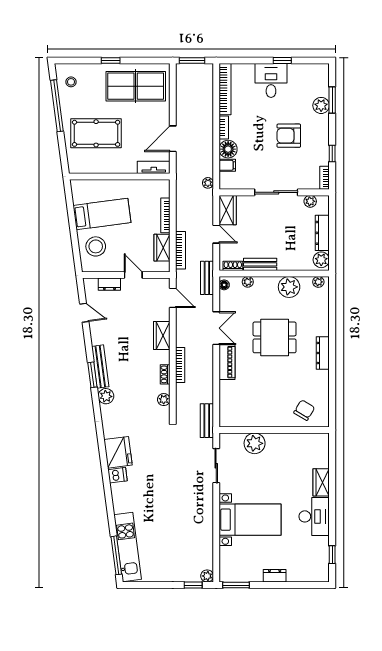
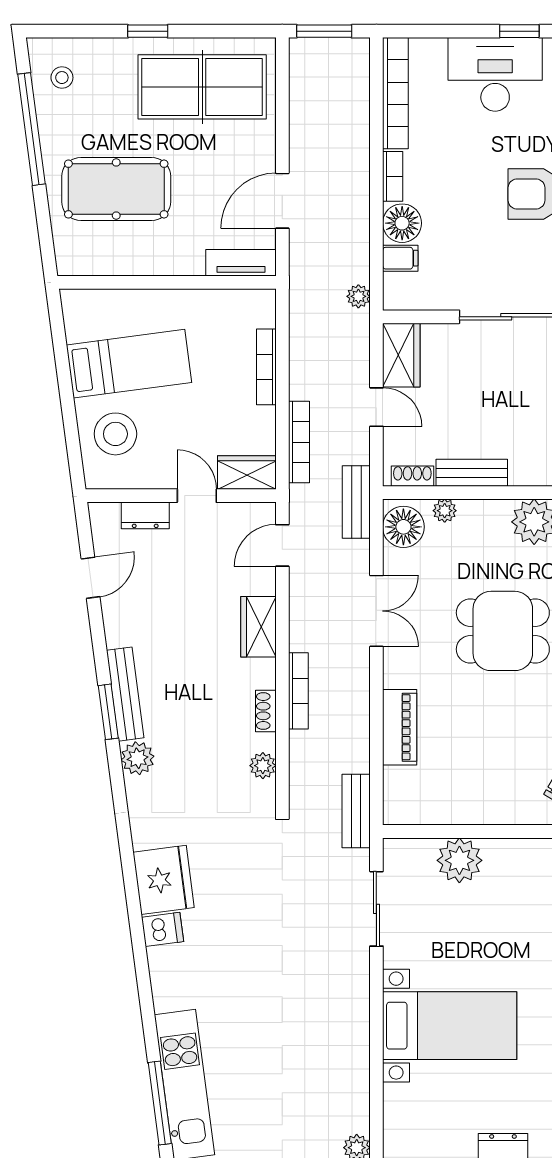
desk: (271, 80) -> (495, 74), width x1.37
wardrobe: (162, 248) -> (247, 472), moved, turned 90
floor lamp: (224, 285) -> (403, 527), width x1.89, depth x1.89
door: (173, 298) -> (282, 545), swing flipped
door: (84, 313) -> (91, 578), hinge flipped
piano: (227, 362) -> (400, 727), moved

